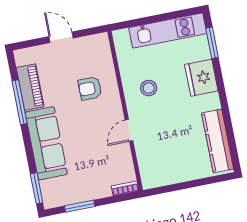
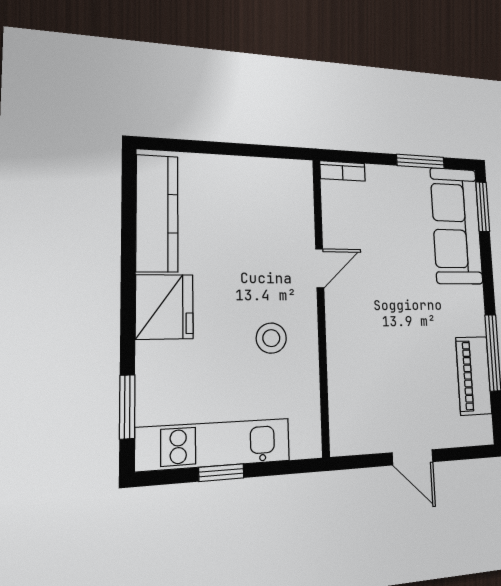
window: (162, 17) -> (221, 473), added
fridge: (201, 78) -> (164, 307), moved
armchair: (90, 88) -> (376, 356), removed
sofa: (46, 143) -> (456, 226), moved

